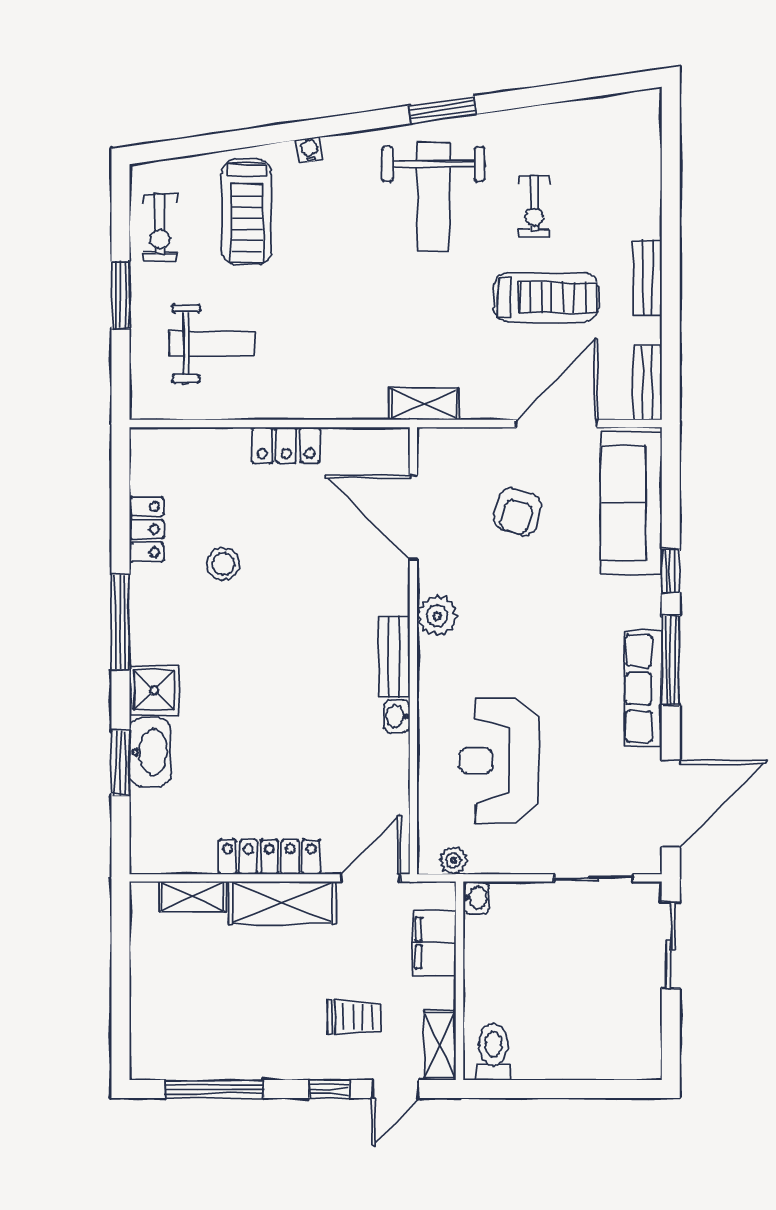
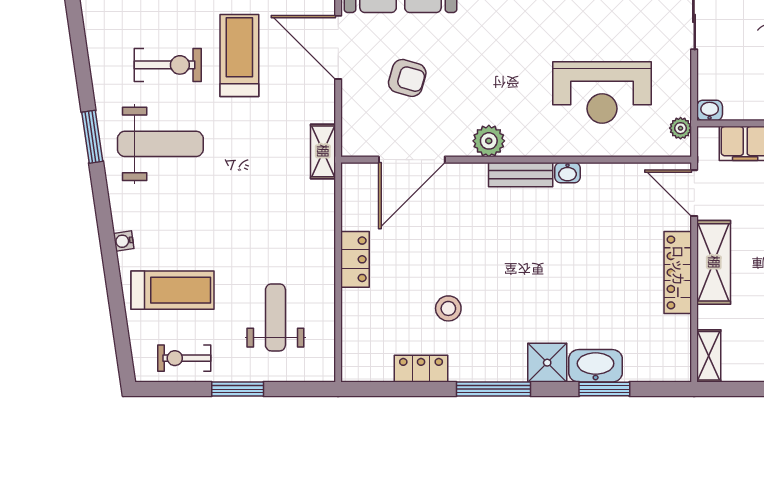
exercise bike: (534, 206) -> (168, 65), width x1.38, depth x1.39
exercise bike: (160, 227) -> (184, 358), turned 180
shelving: (192, 896) -> (709, 356), moved

